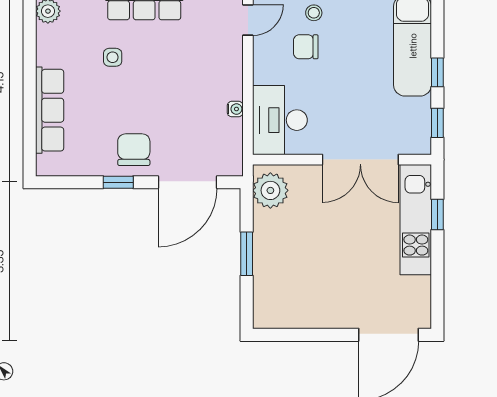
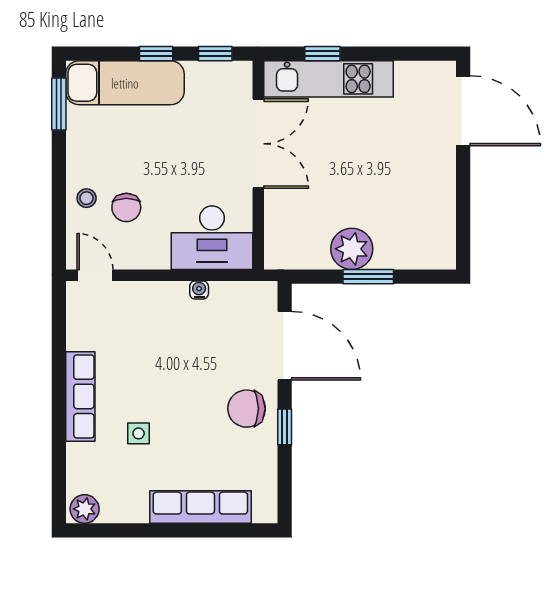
plant: (270, 190) -> (352, 249), moved

